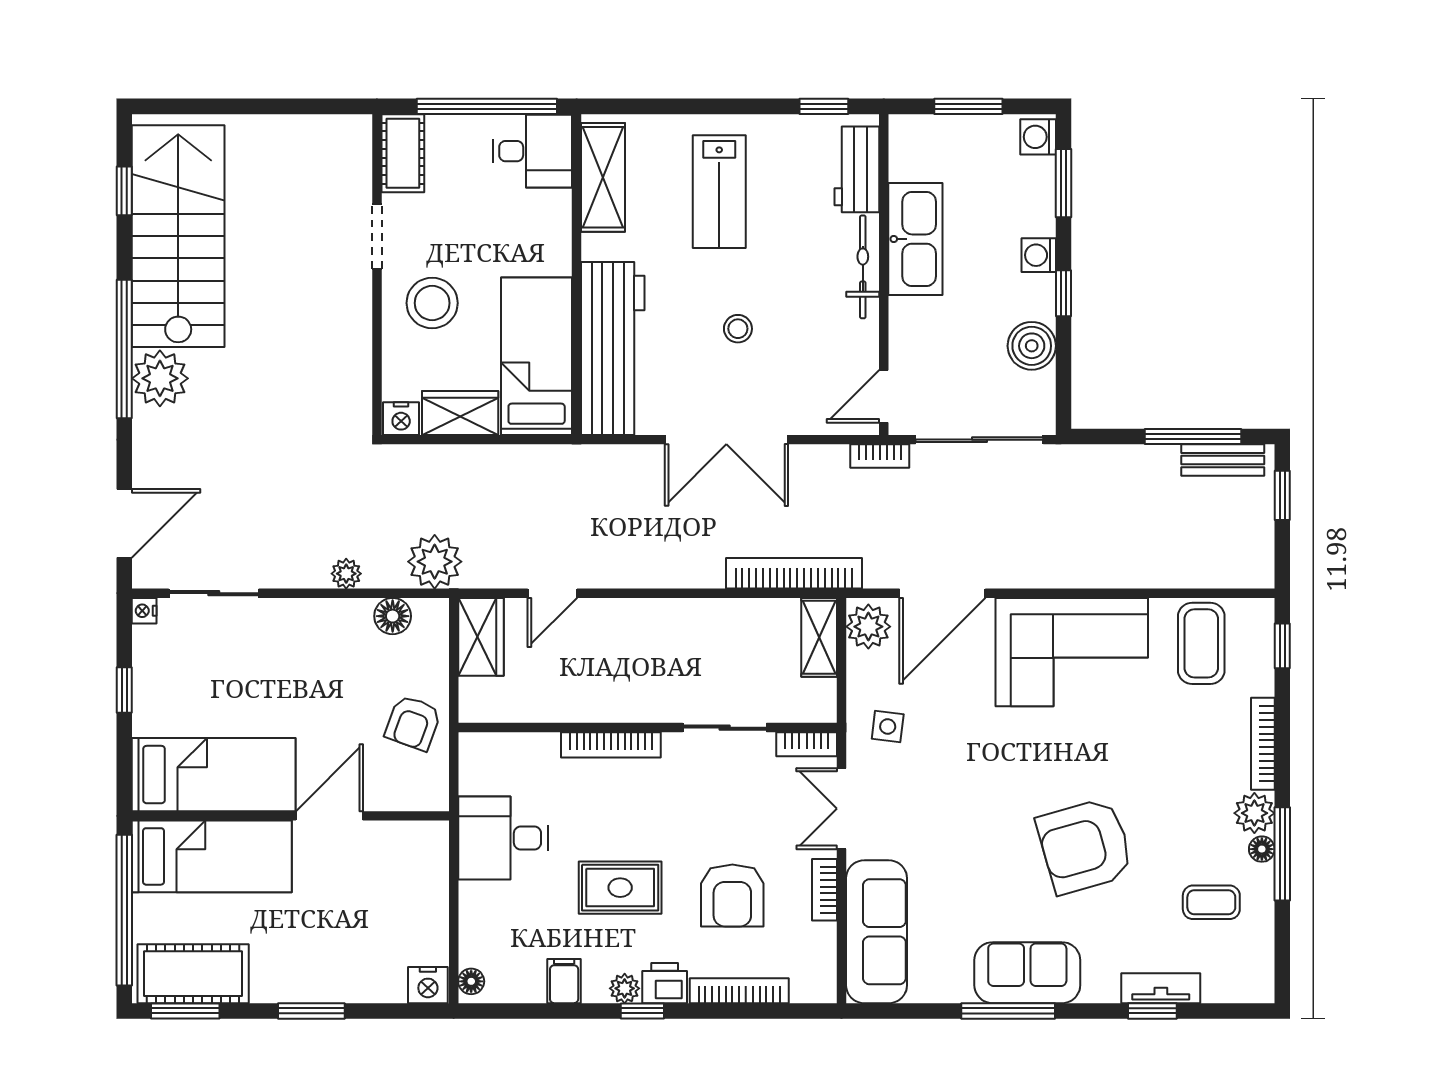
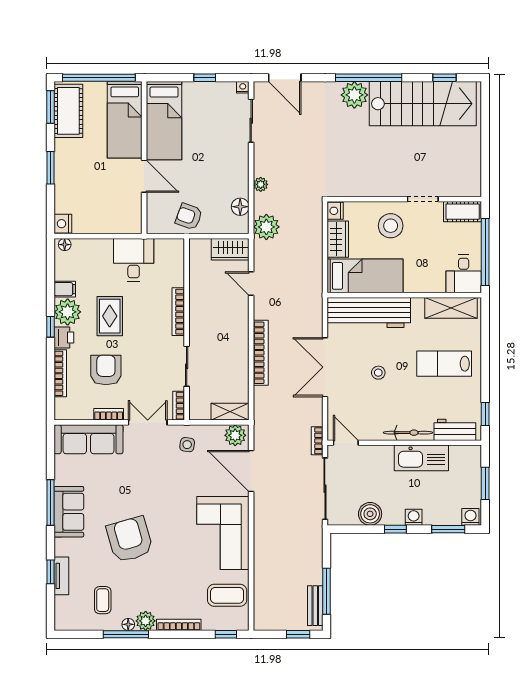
bookcase: (794, 573) -> (261, 353), moved
armchair: (732, 895) -> (106, 370), turned 90
plant: (625, 988) -> (68, 312), width x1.88, depth x1.88

